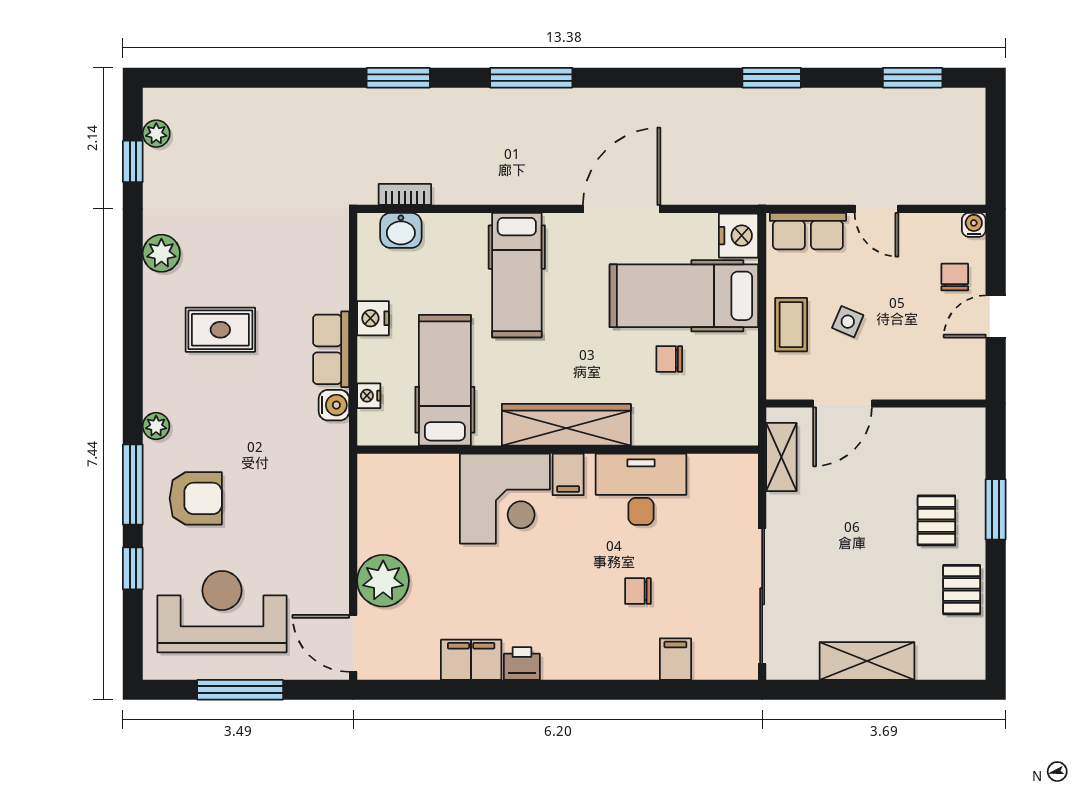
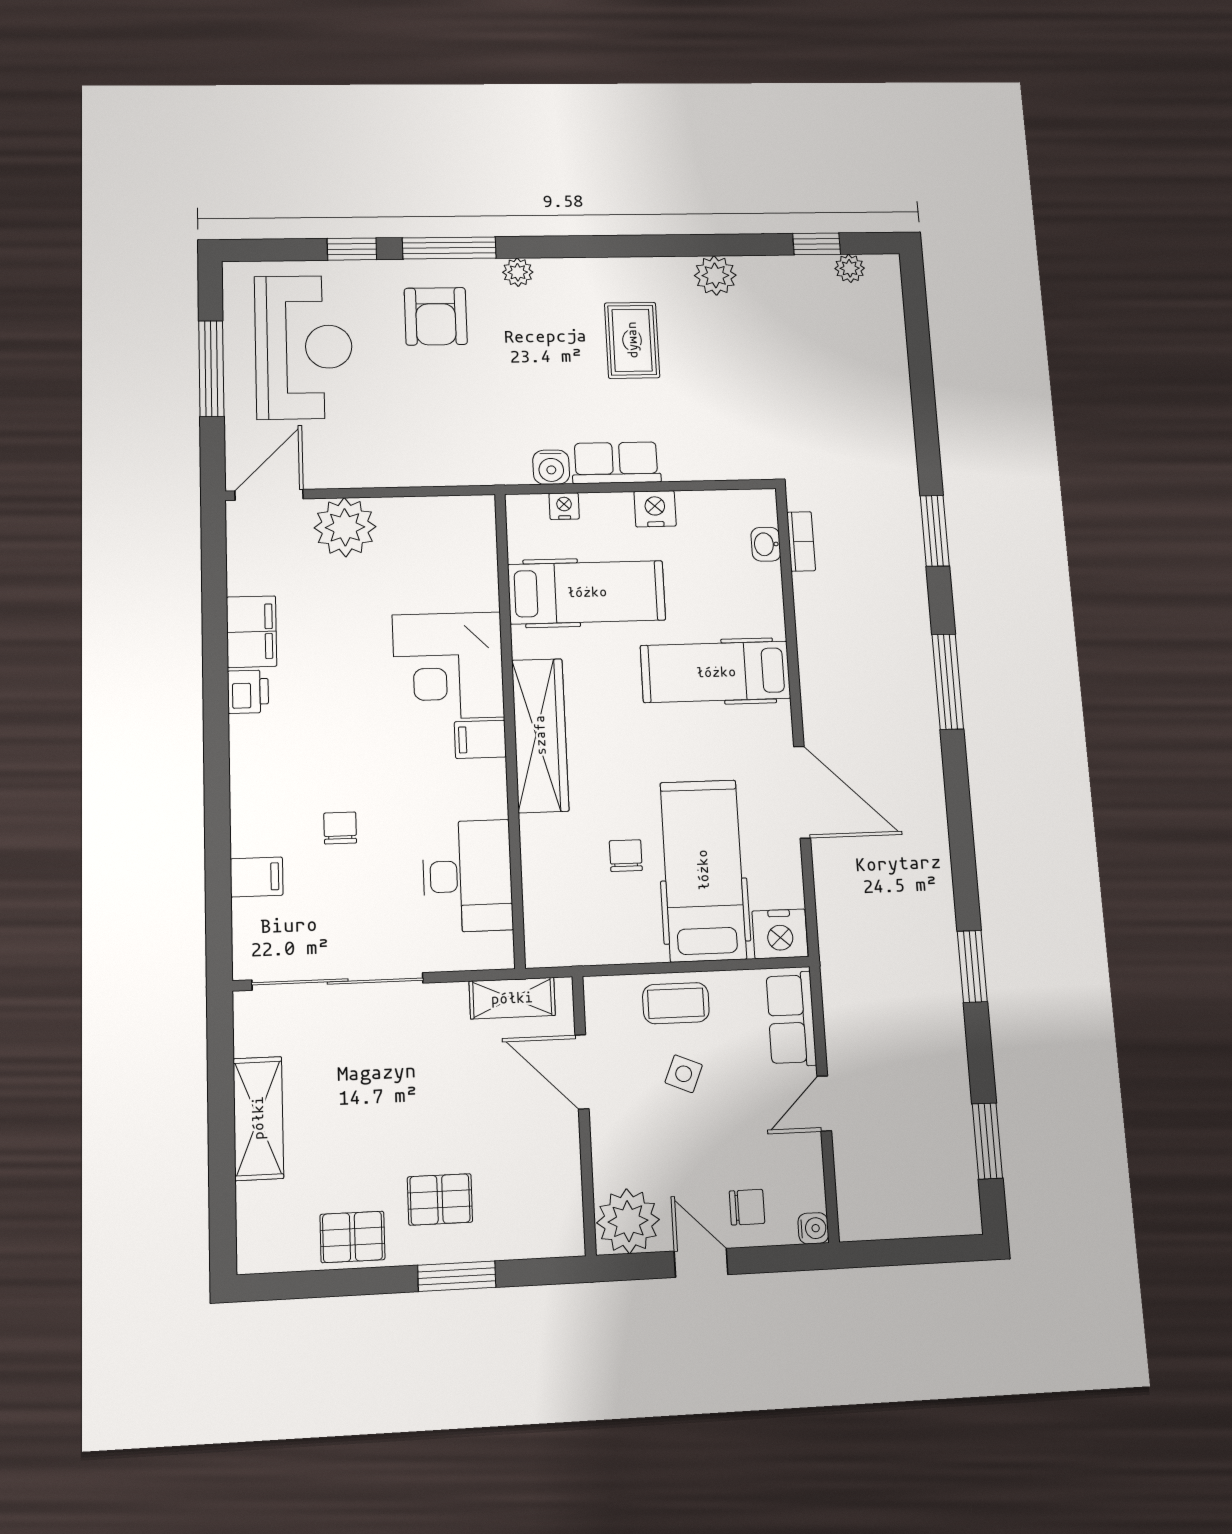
washbasin: (401, 230) -> (766, 544), width x0.72, depth x0.69
plant: (961, 373) -> (628, 1221), added
desk: (641, 489) -> (467, 876), moved

